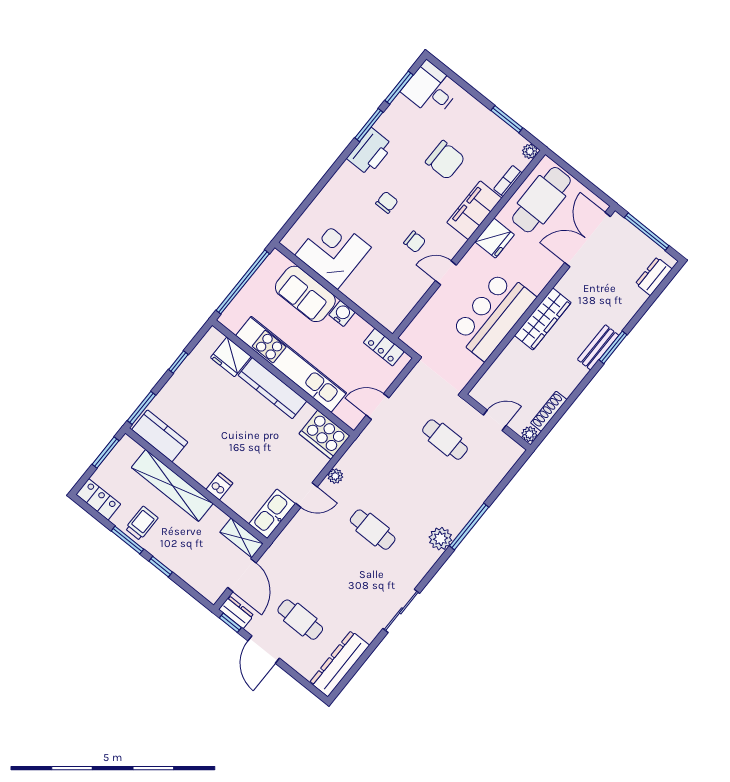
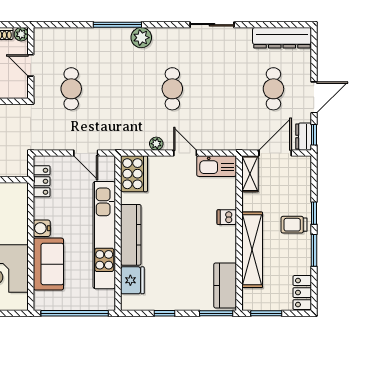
trolley: (142, 523) -> (294, 225), moved

